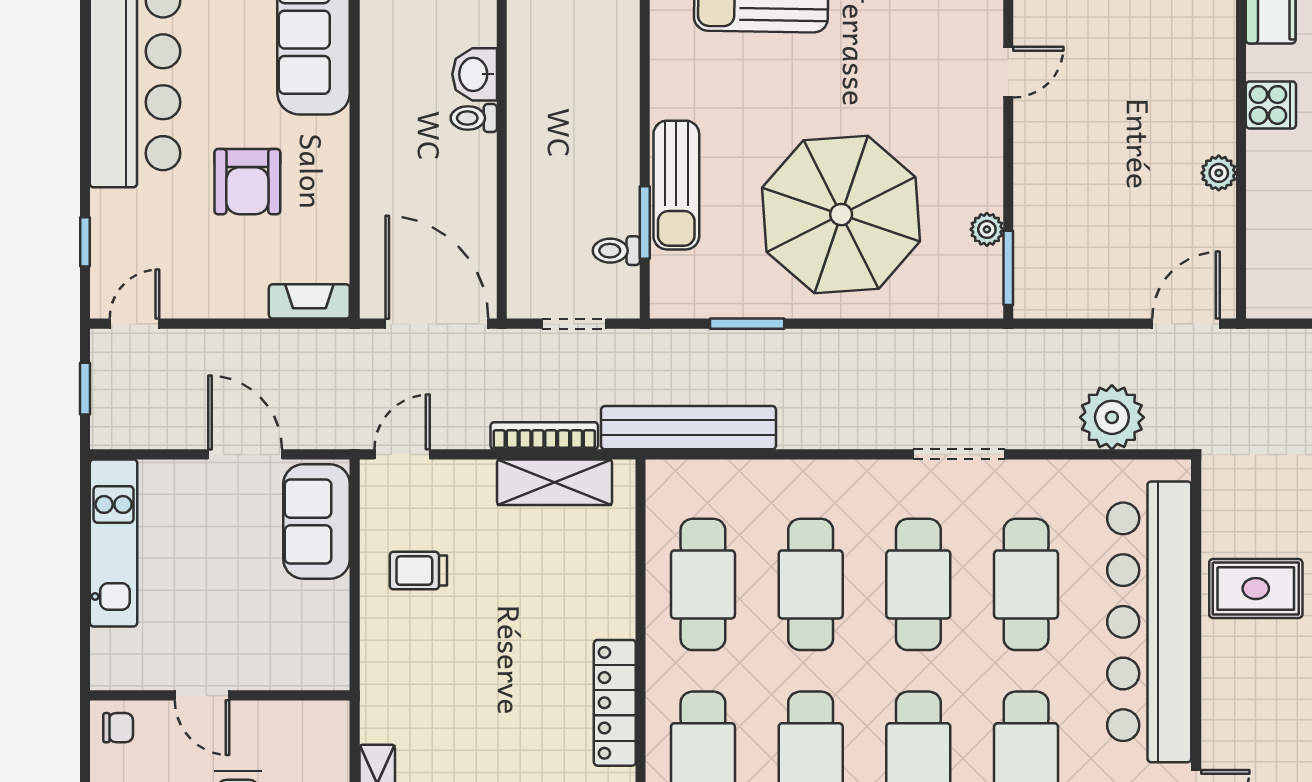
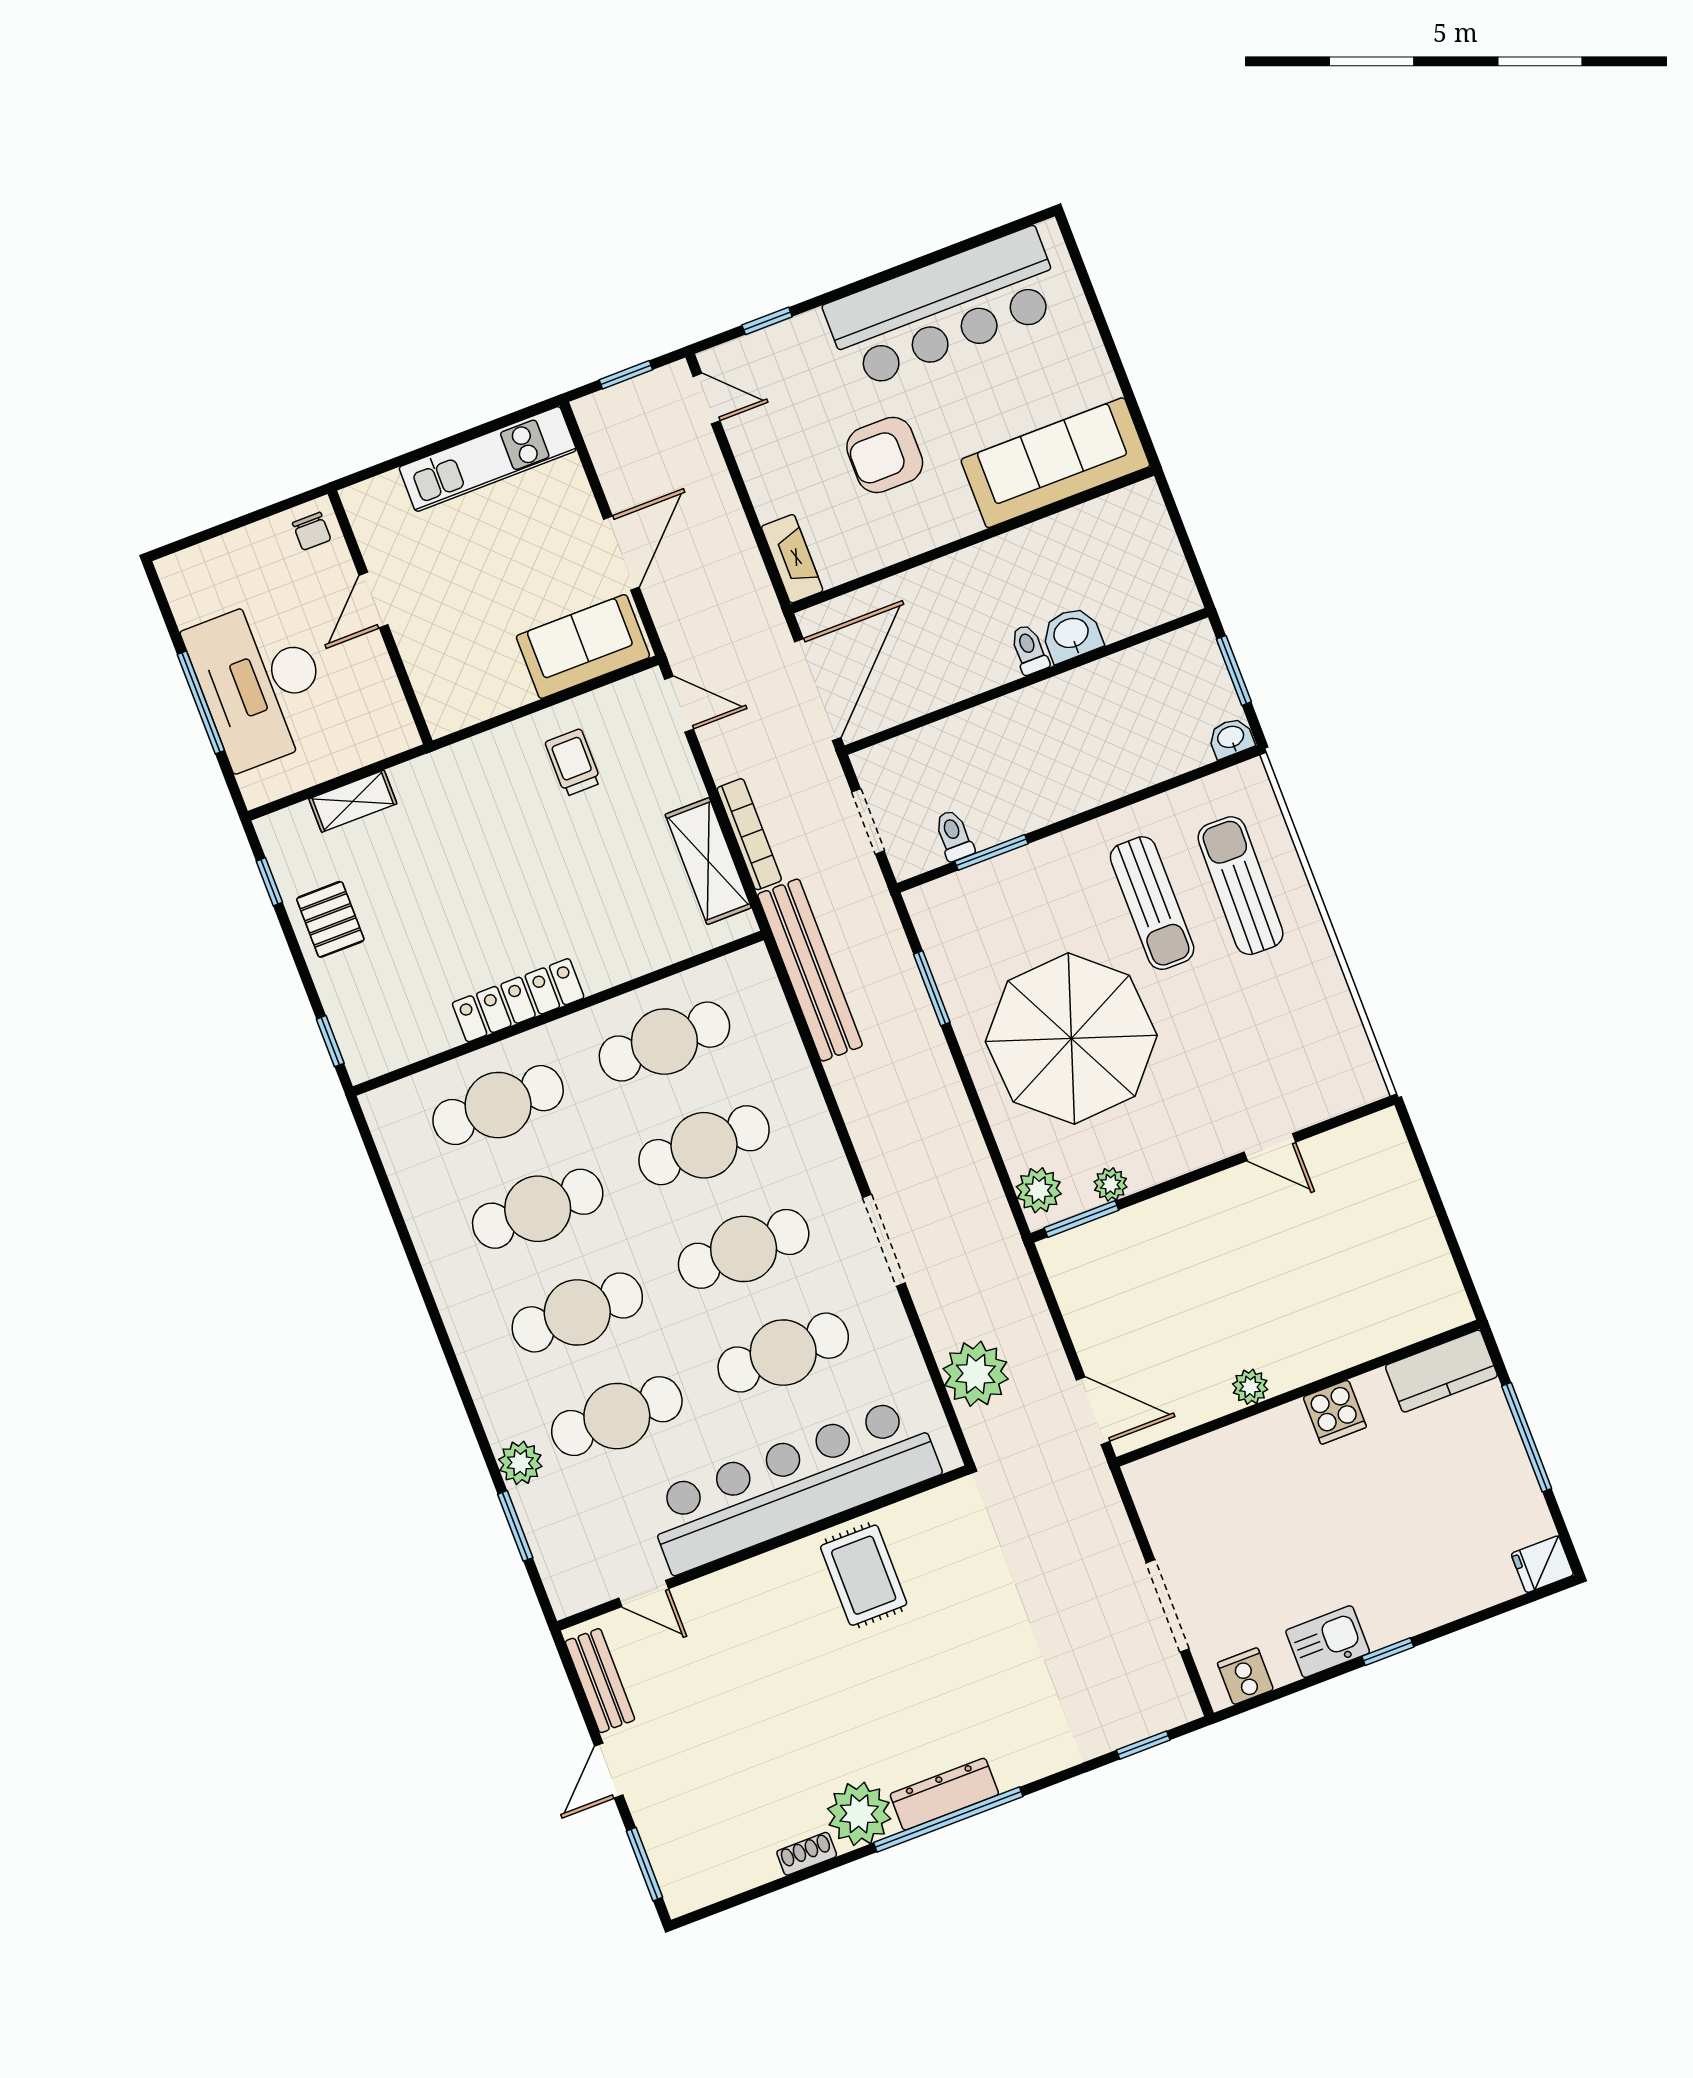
sun lounger: (676, 185) -> (1152, 903), moved, turned -90
plant: (967, 296) -> (1039, 1190), added

